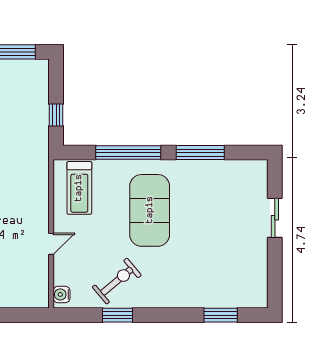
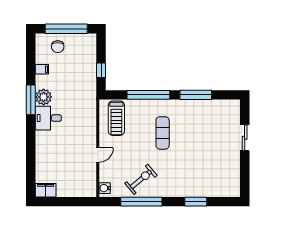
exercise mat: (150, 210) -> (163, 133), width x0.50, depth x0.69
window: (118, 315) -> (141, 202), width x2.11
window: (221, 315) -> (196, 202), moved

